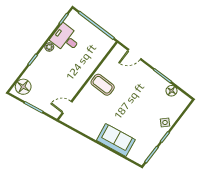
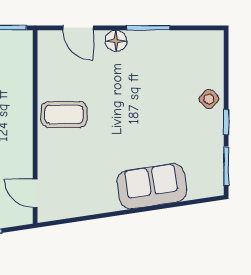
door: (134, 54) -> (78, 28), hinge flipped
floor lamp: (172, 91) -> (116, 41), moved
door: (67, 107) -> (35, 193), hinge flipped

